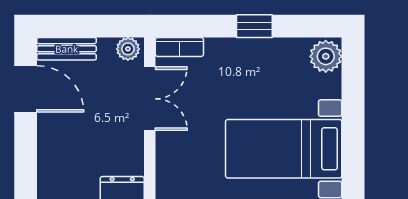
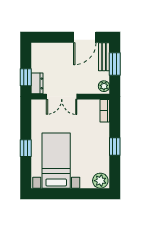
window: (82, 26) -> (115, 64), added
double door: (150, 99) -> (62, 97), moved

